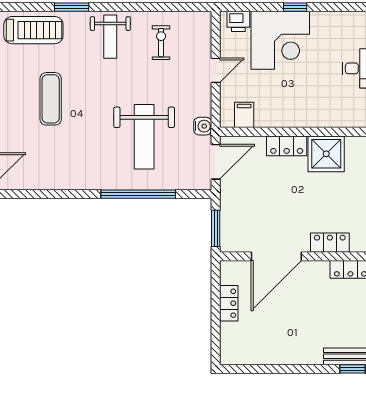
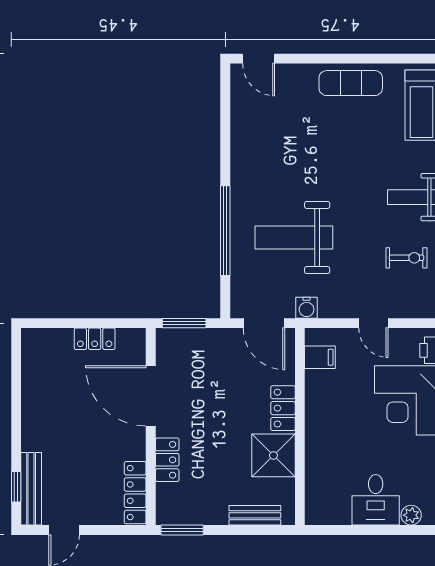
exercise mat: (51, 99) -> (351, 83), moved

